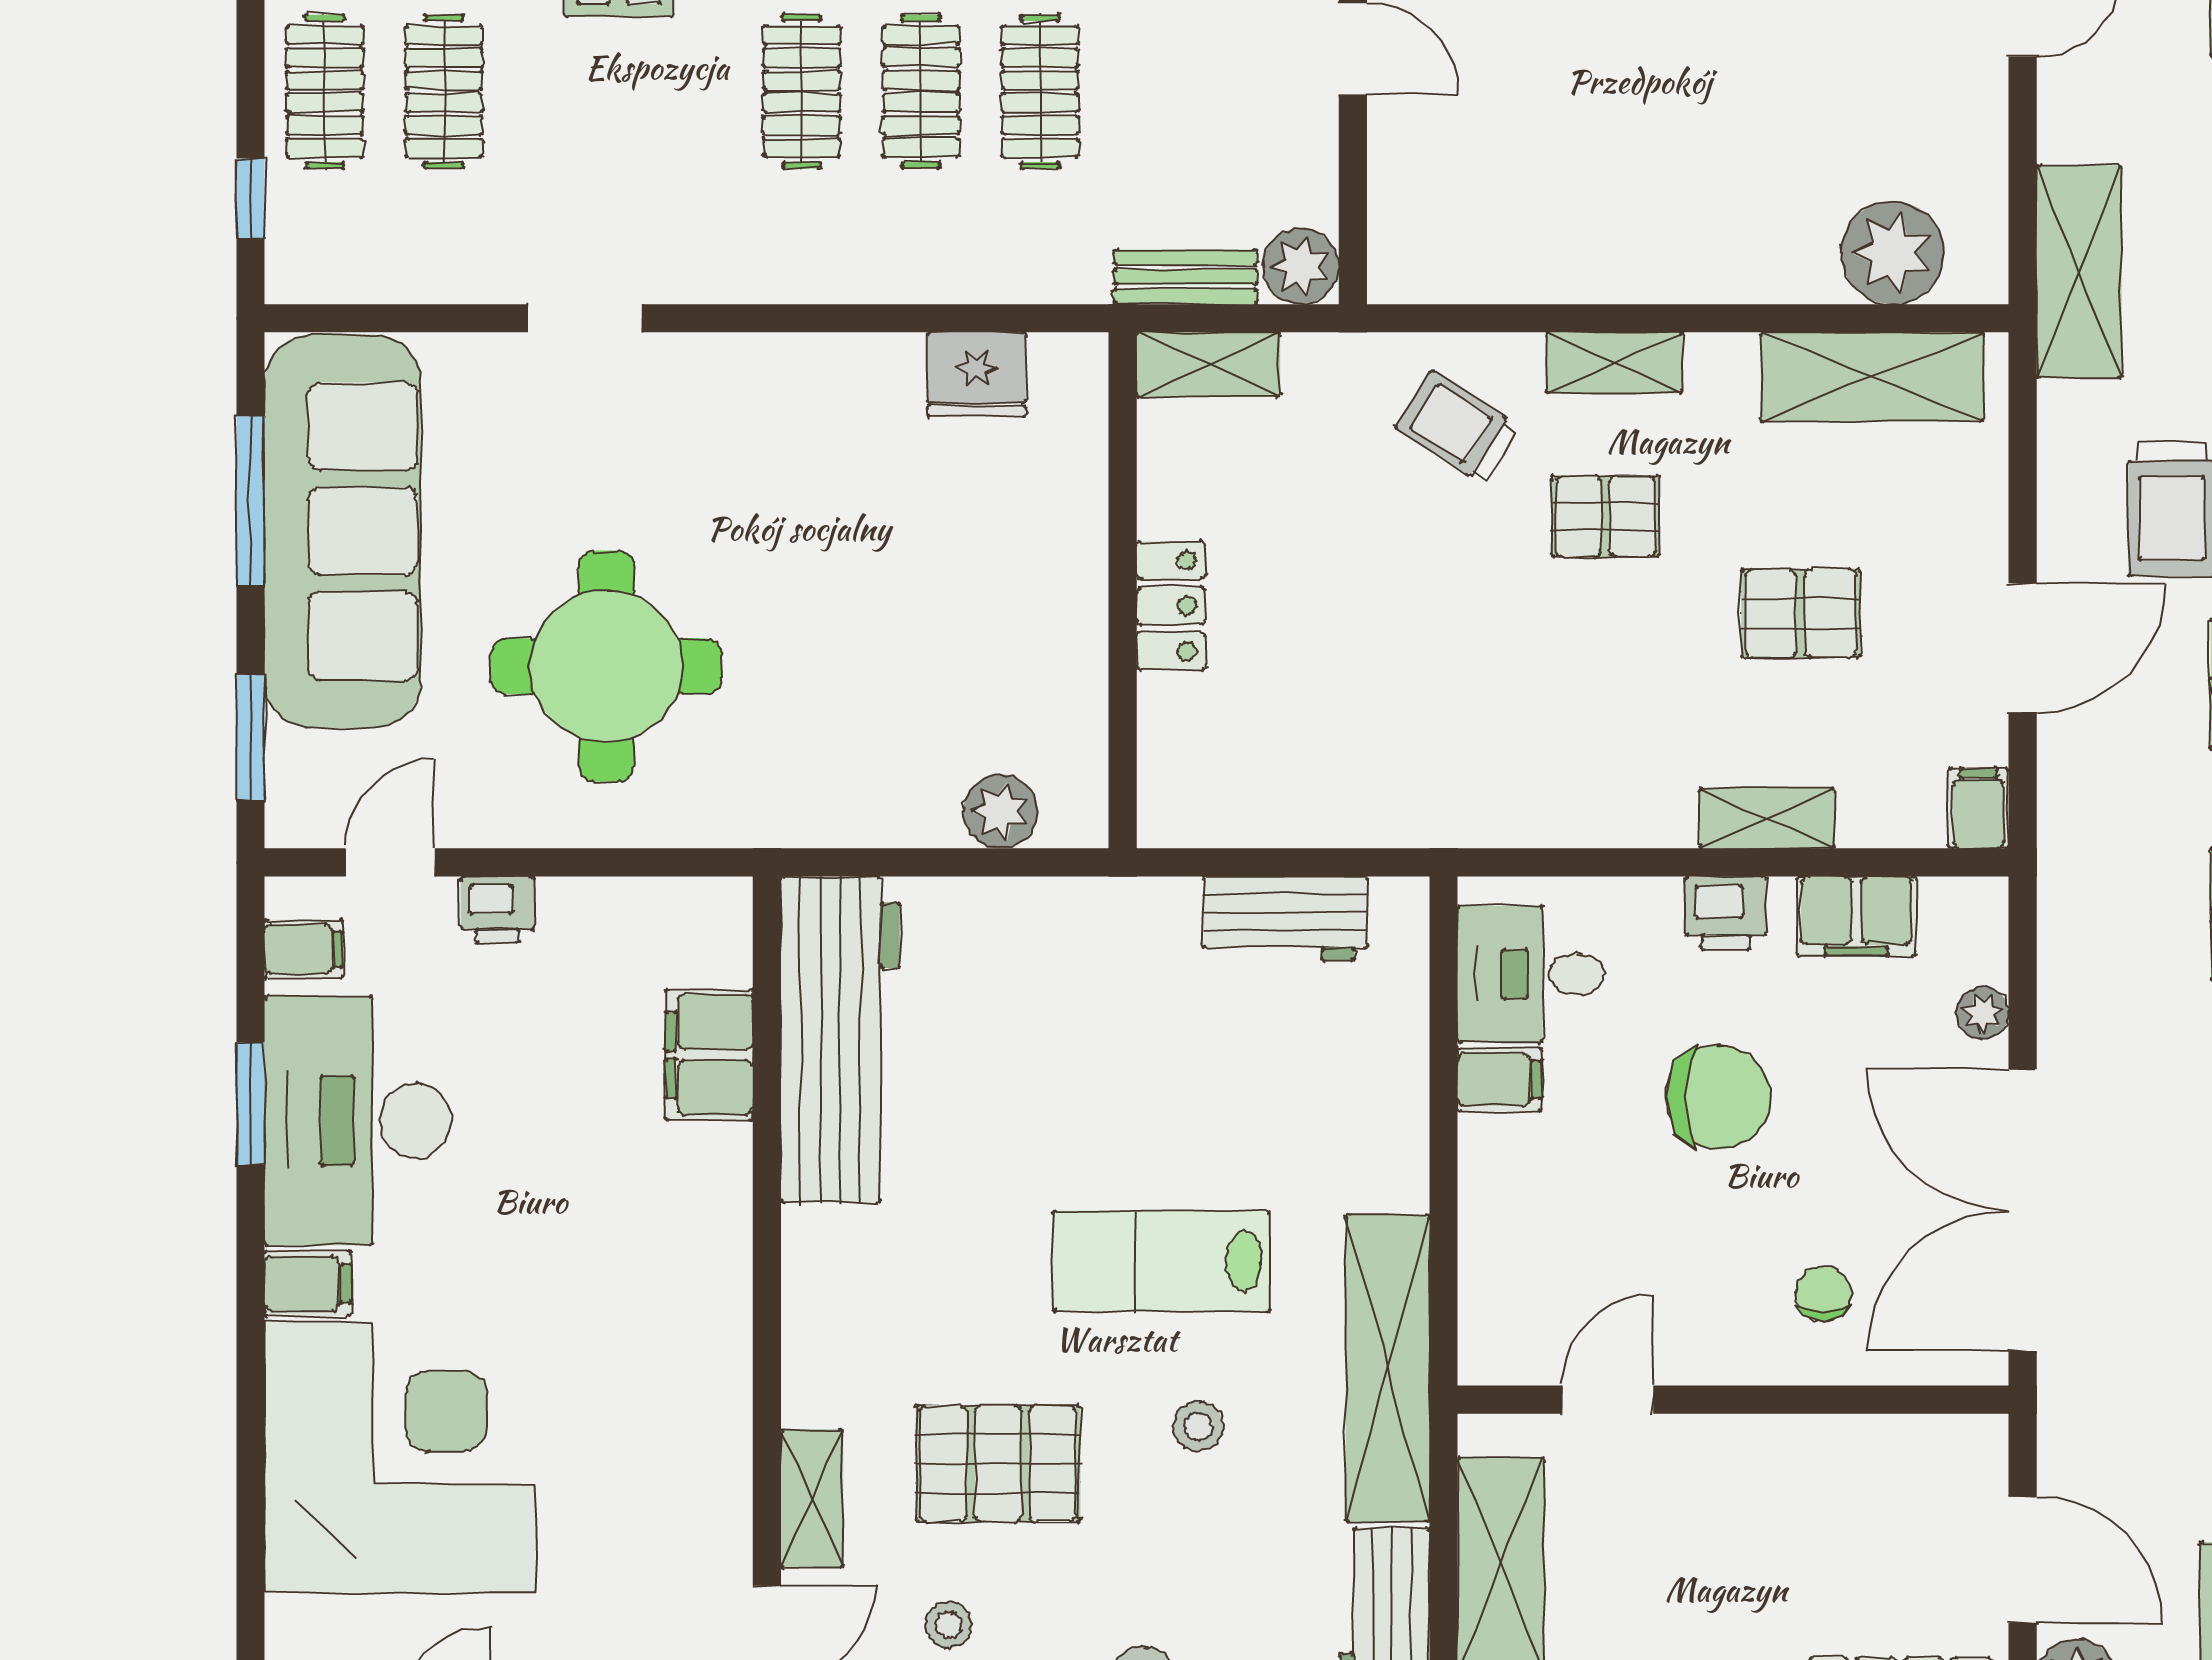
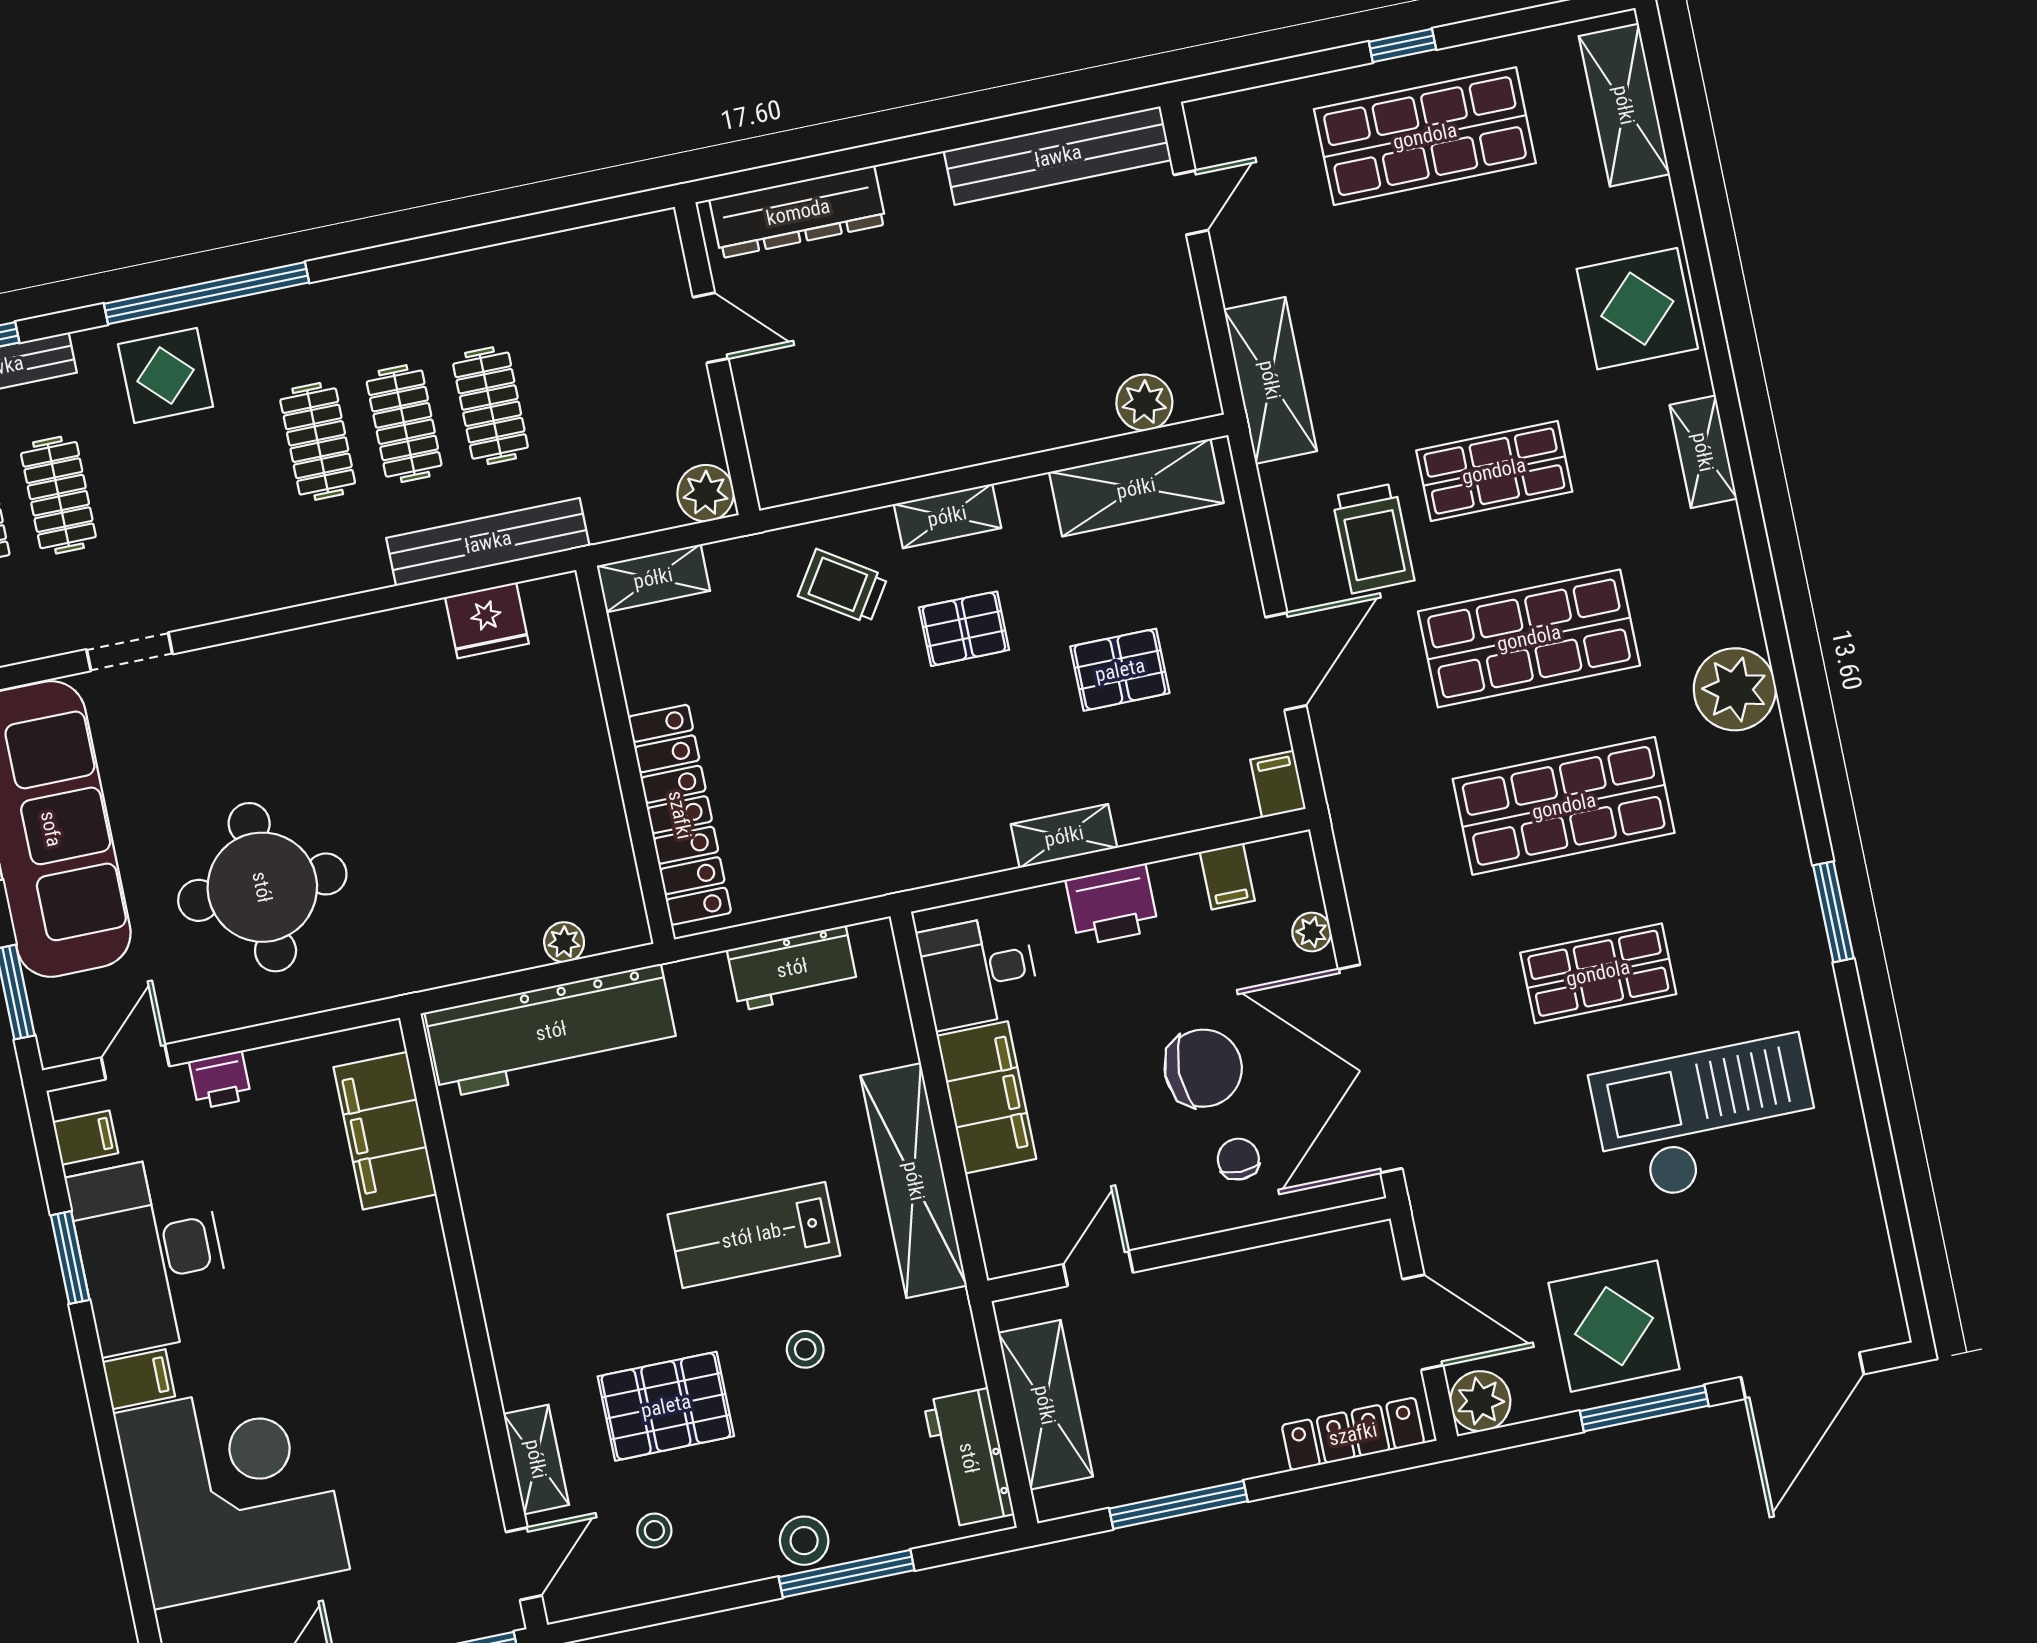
plant: (1892, 253) -> (1144, 402), width x0.73, depth x0.73
bench: (1185, 277) -> (488, 542), moved, width x1.86, depth x1.21
doorway: (585, 318) -> (130, 652), moved
locker: (1171, 606) -> (680, 815), width x2.16, depth x1.21
plant: (1001, 811) -> (564, 942), width x0.73, depth x0.73
shelving: (1767, 818) -> (1064, 836), moved
printer: (1726, 913) -> (1112, 905), width x1.36, depth x1.24
filing cabinet: (1856, 916) -> (1227, 876), width x0.50
workbench: (840, 1040) -> (551, 1031), moved, turned 90
filing cabinet: (709, 1055) -> (385, 1131), width x1.50, depth x1.17
filing cabinet: (1500, 1079) -> (986, 1097), width x3.00, depth x1.17
chair: (1718, 1097) -> (1203, 1068), moved
shelving: (1388, 1369) -> (914, 1181), moved

